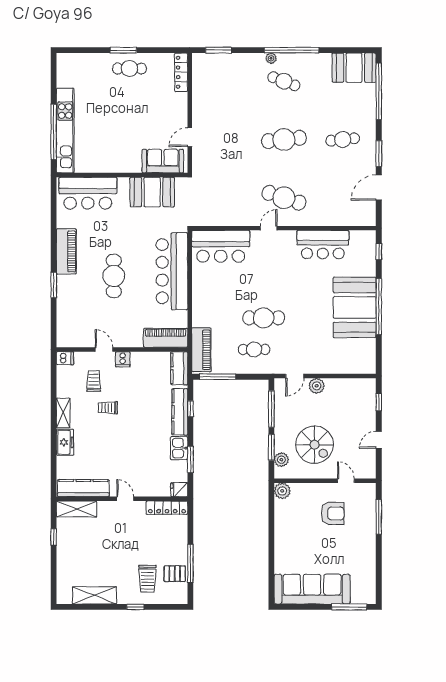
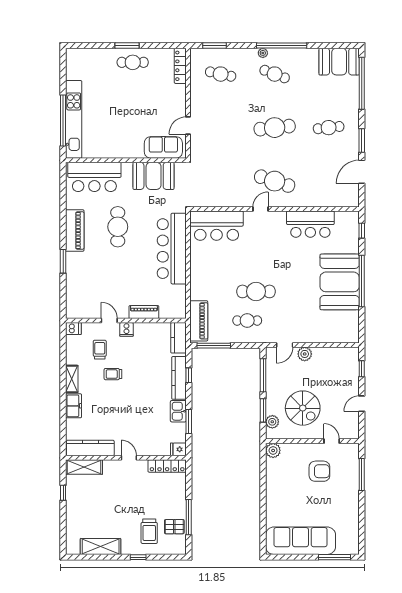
cafe table: (225, 81) -> (221, 74), added
cafe table: (114, 276) -> (118, 227), moved
piano: (166, 338) -> (144, 312), moved, width x0.73, depth x0.75

